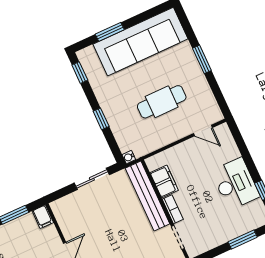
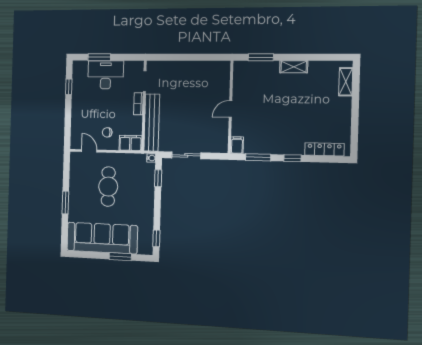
cafe table: (162, 102) -> (108, 187), turned 90
window: (101, 119) -> (158, 178), moved
chair: (193, 161) -> (107, 132), added
filing cabinet: (164, 181) -> (130, 143), moved, turned 90
desk: (235, 184) -> (106, 75), moved, turned 90

